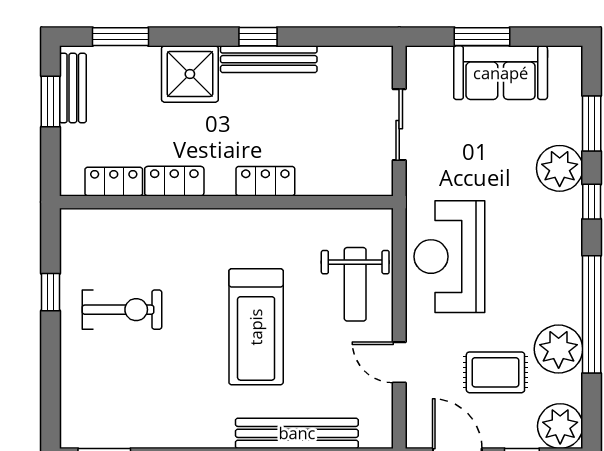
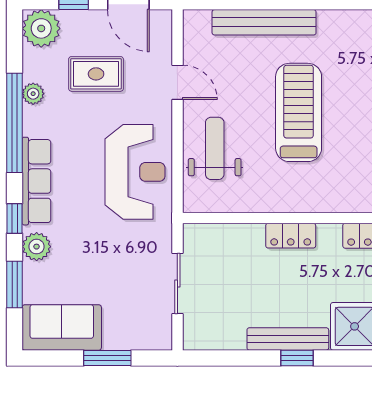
sofa: (501, 73) -> (62, 327), moved
plant: (560, 168) -> (37, 247), width x0.73, depth x0.73
row of seats: (566, 246) -> (36, 181), added
plant: (559, 349) -> (33, 94), width x0.53, depth x0.53

